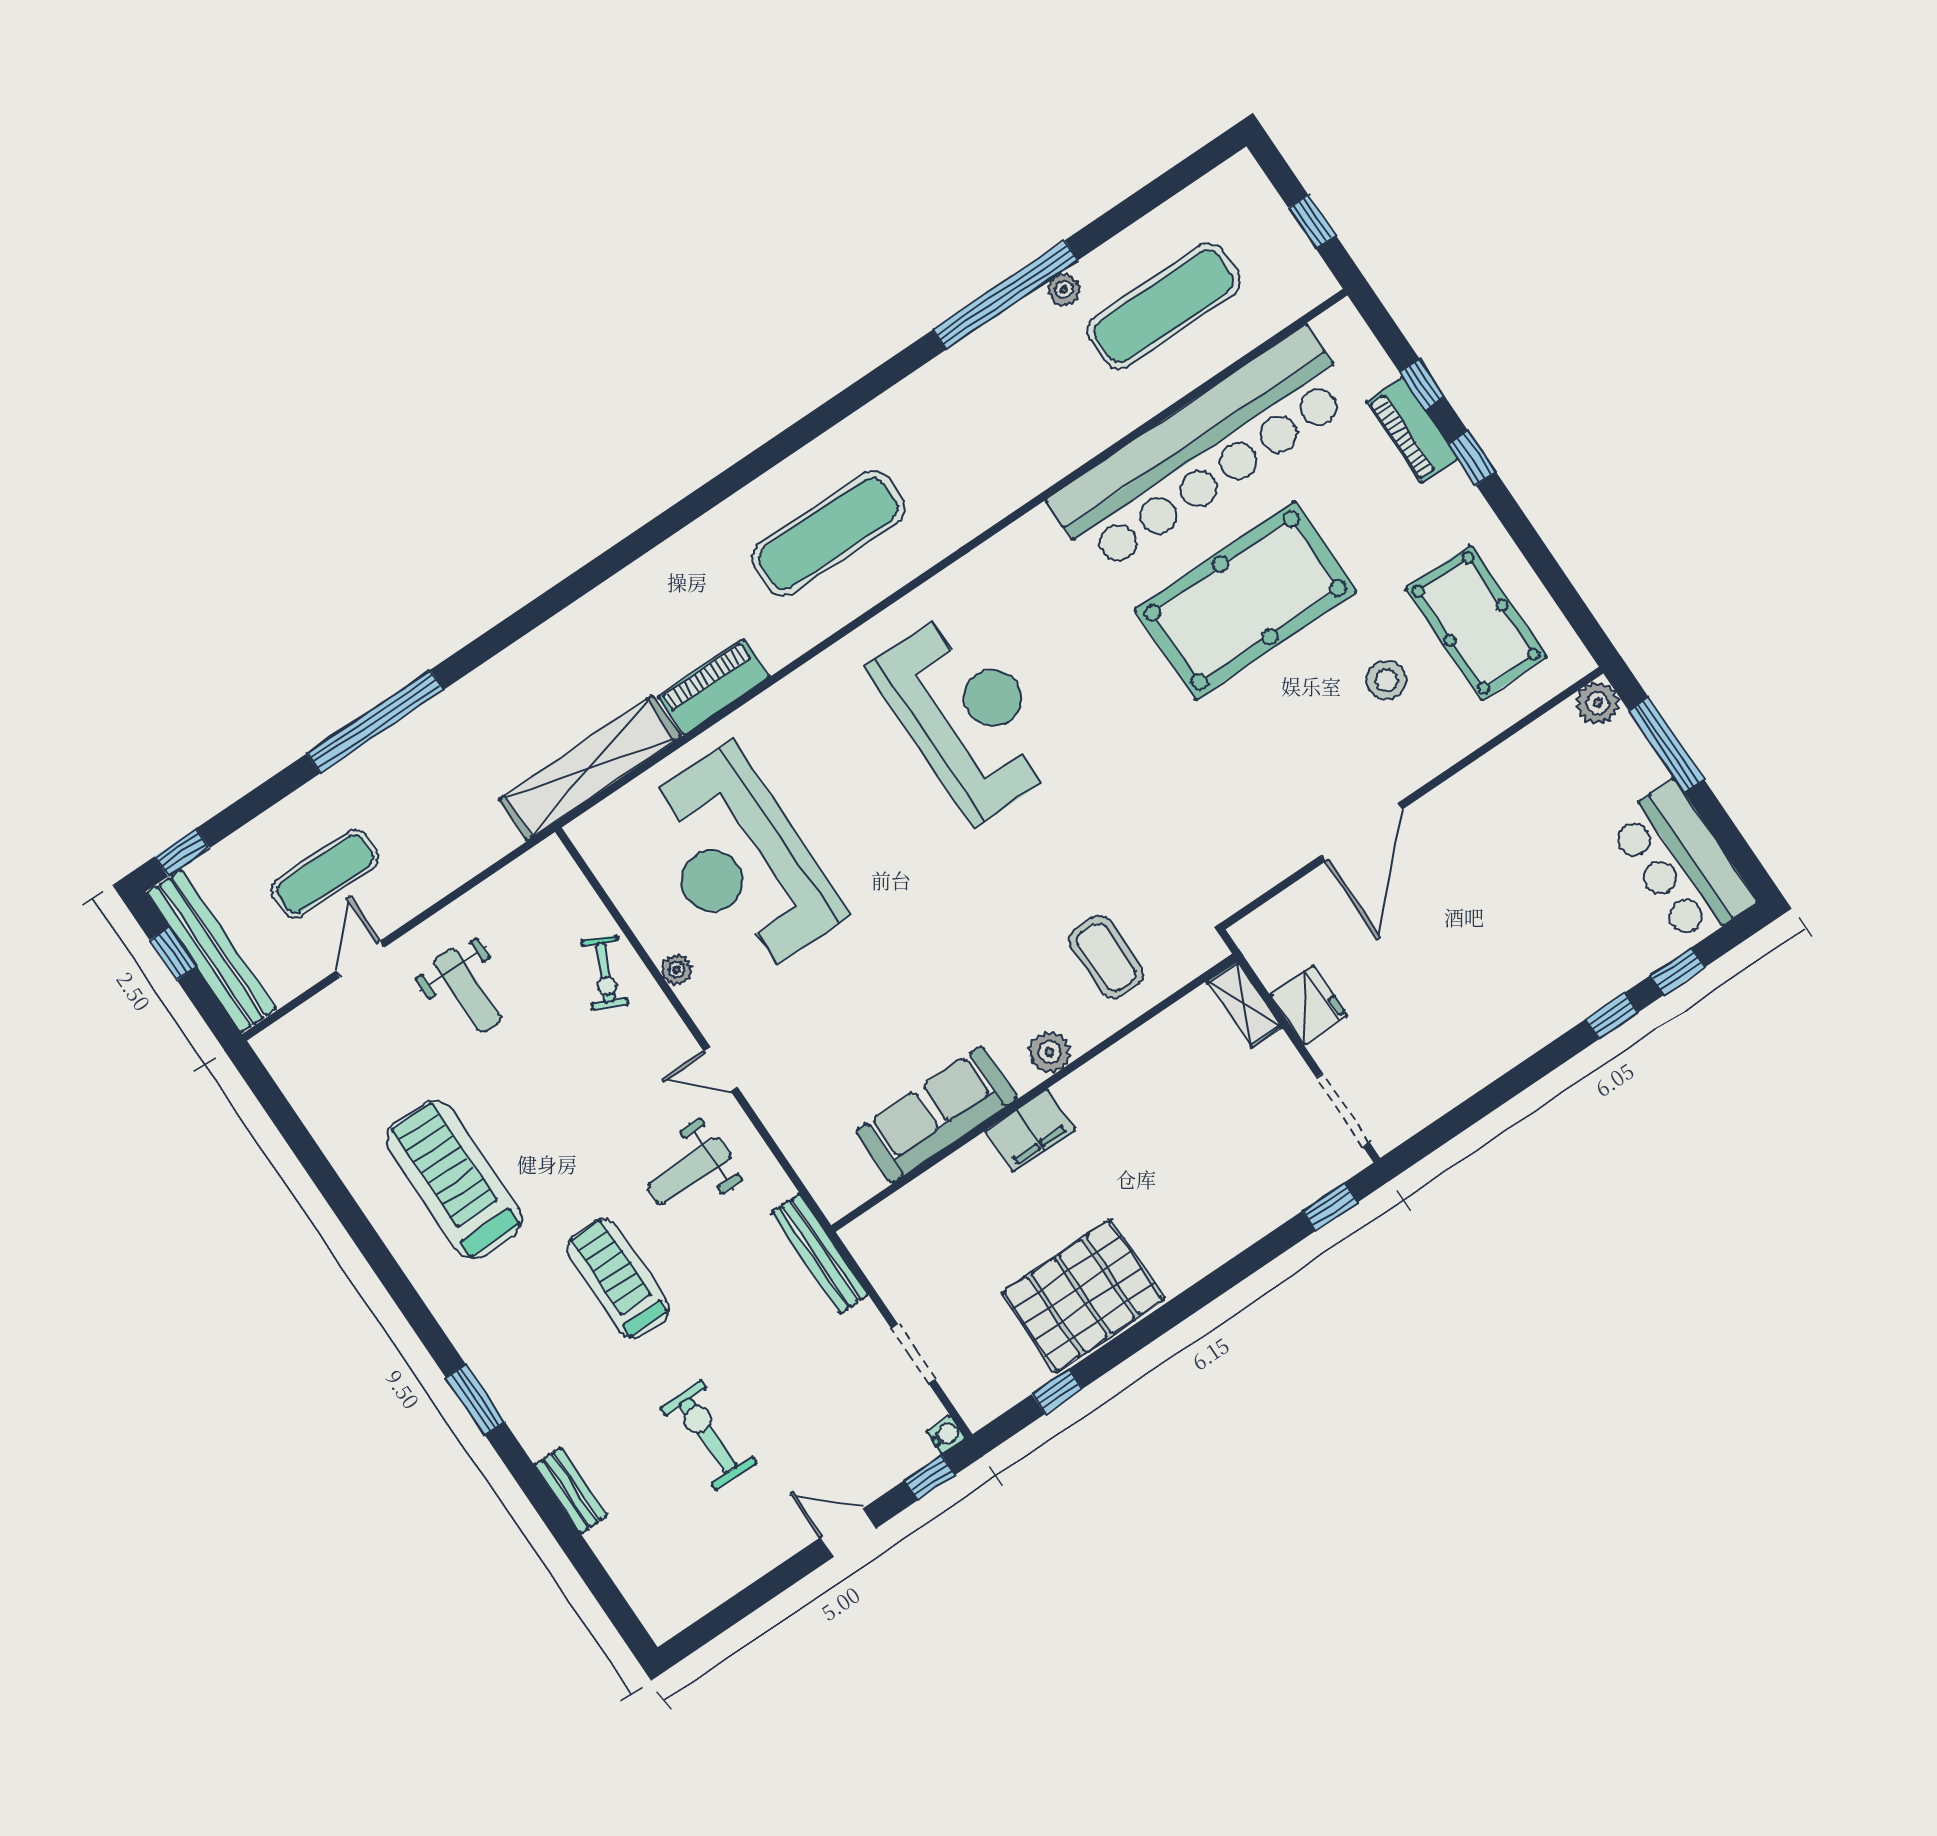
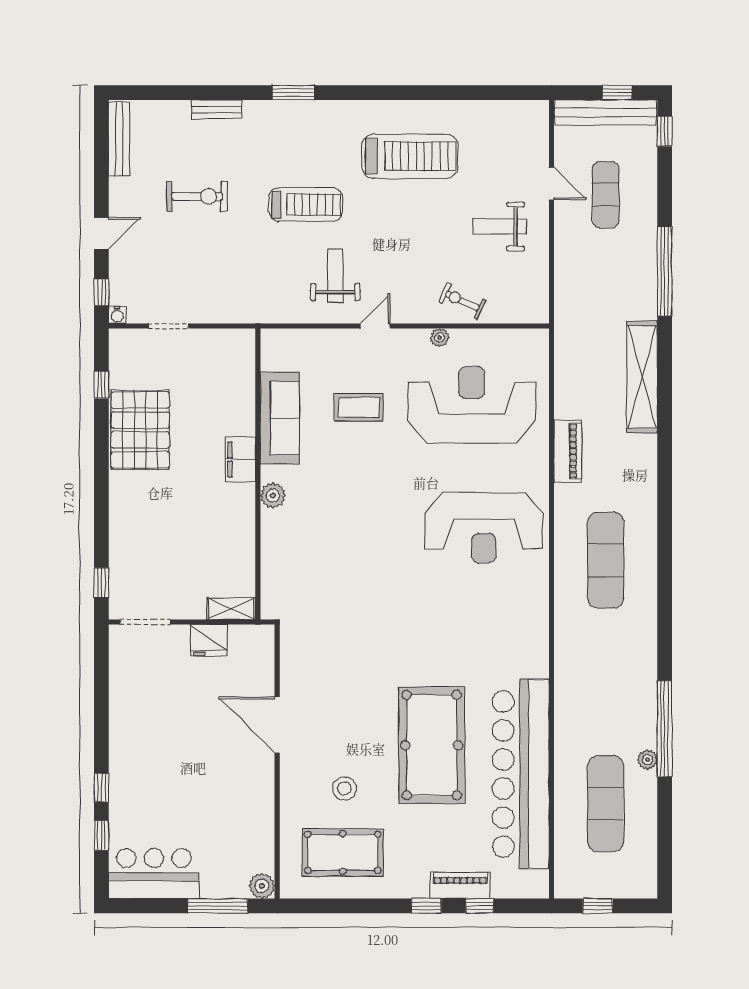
reception desk: (967, 715) -> (484, 528), moved
shelving: (590, 768) -> (642, 377), moved
coffee table: (1106, 957) -> (359, 407), moved
bench: (820, 1254) -> (119, 139), moved, turned 90

